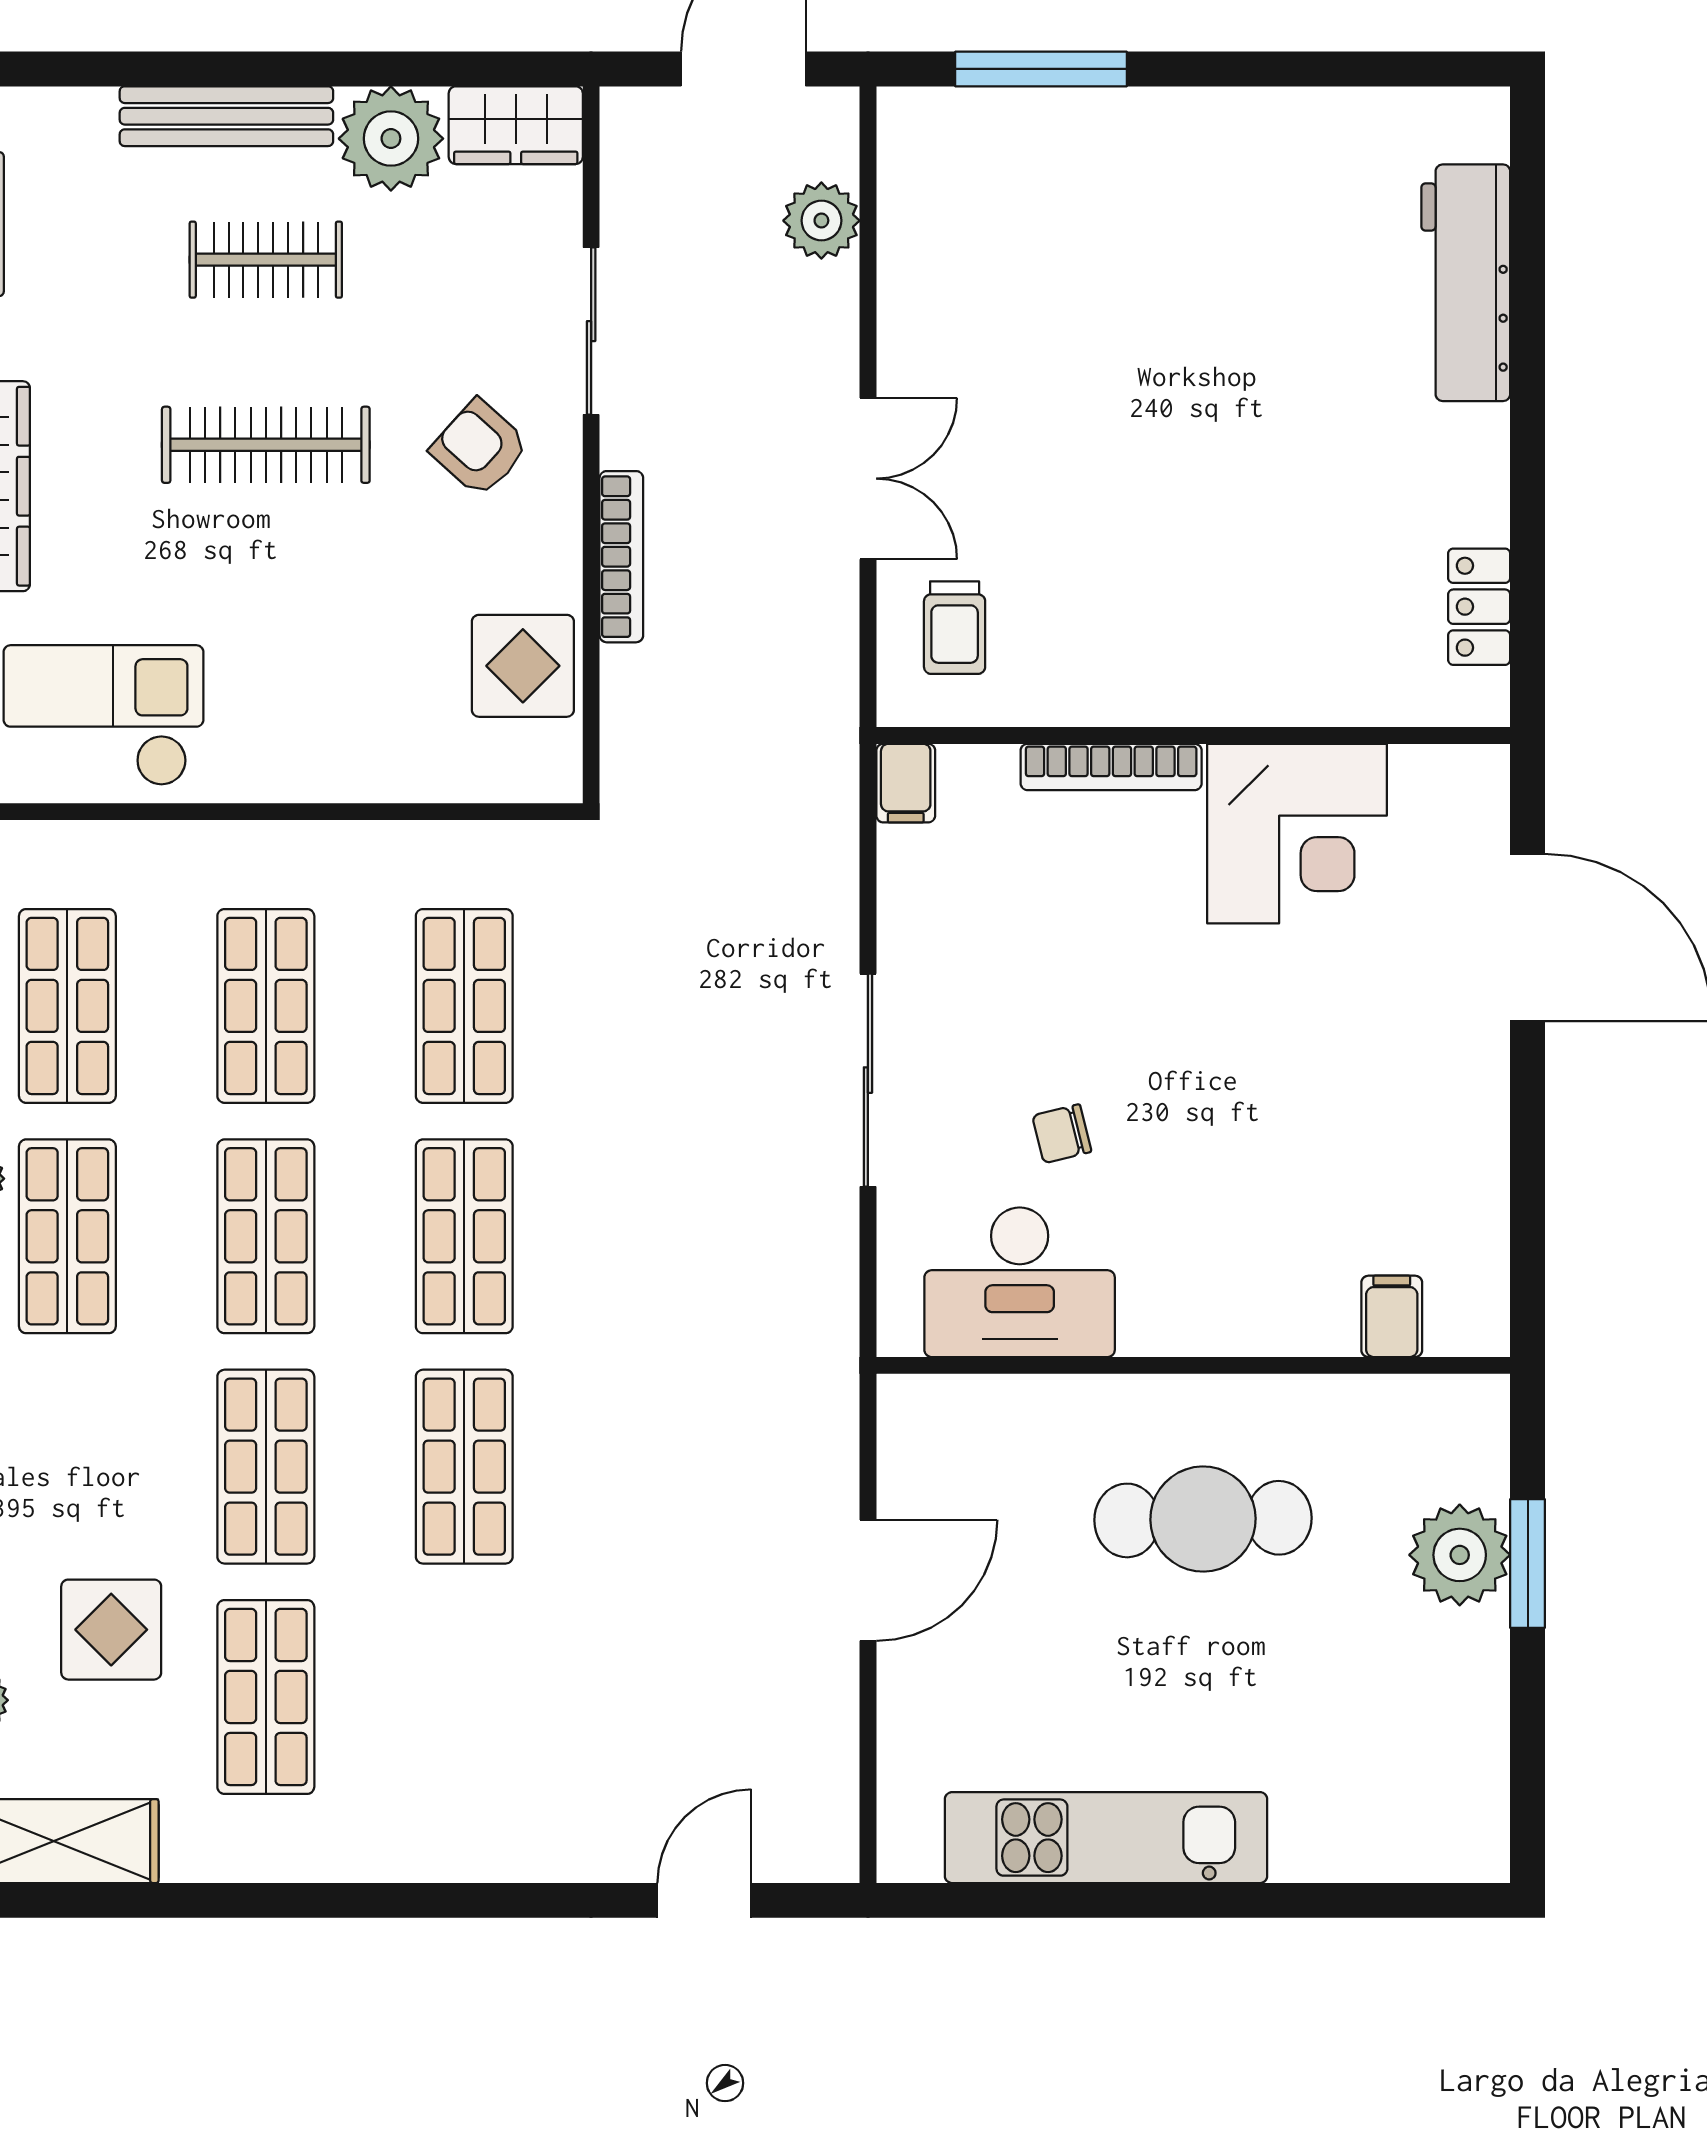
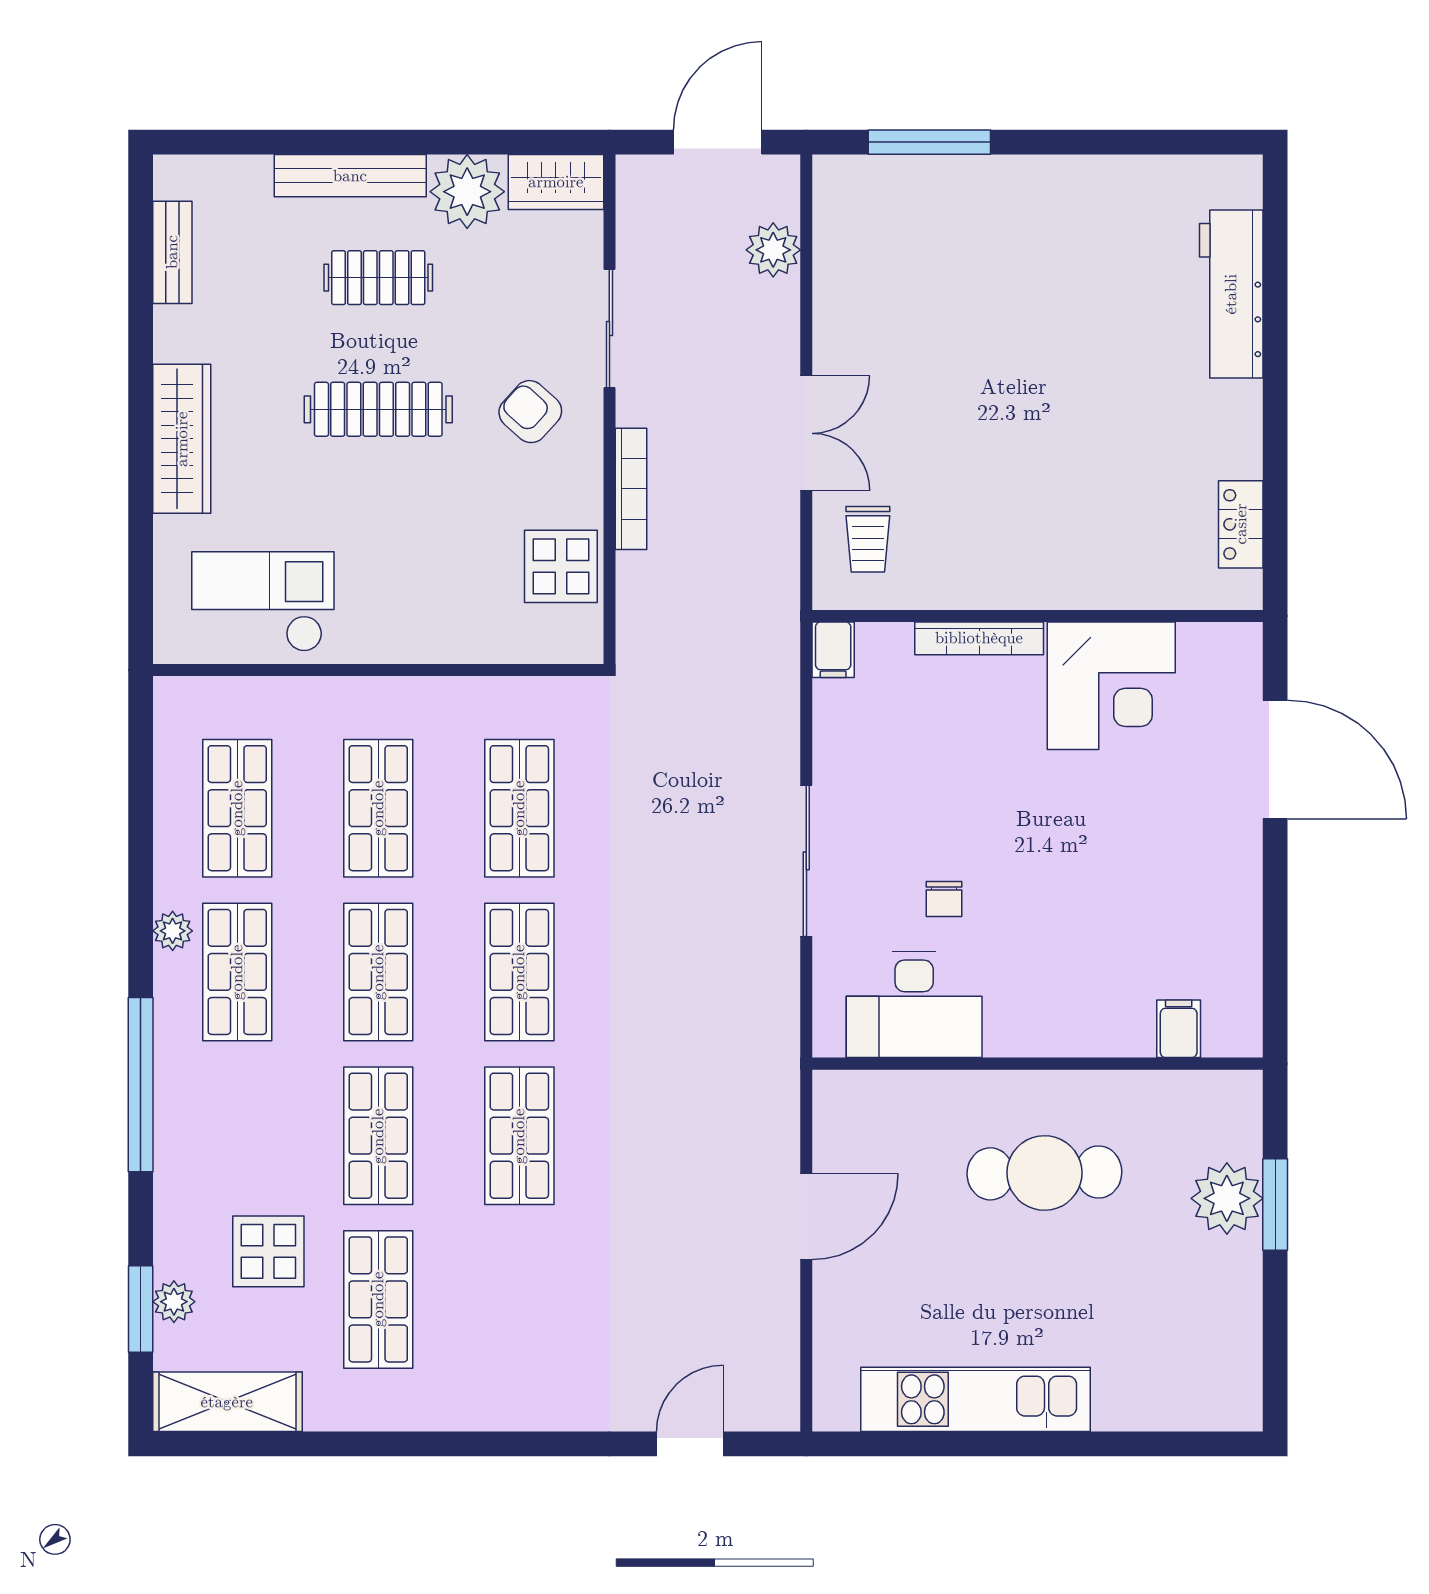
chair: (1062, 1134) -> (944, 899), turned -76

